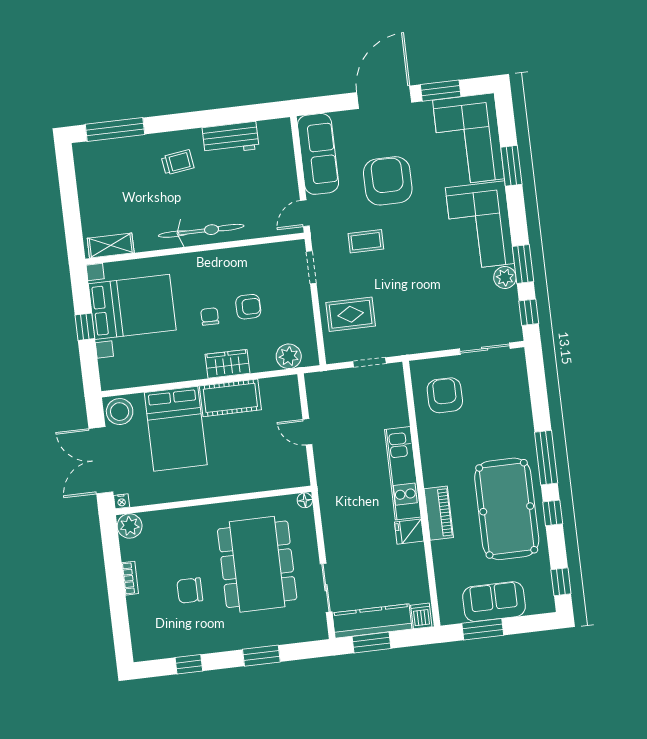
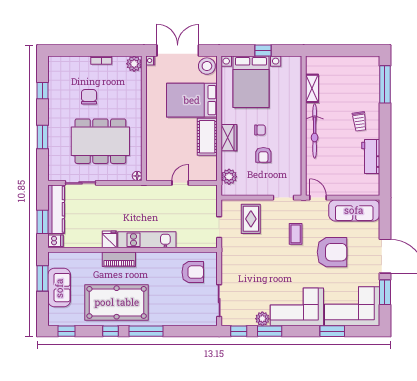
shelving: (111, 246) -> (312, 88), moved
bed with nightstands: (132, 307) -> (251, 82), moved
window: (372, 642) -> (43, 222), moved

